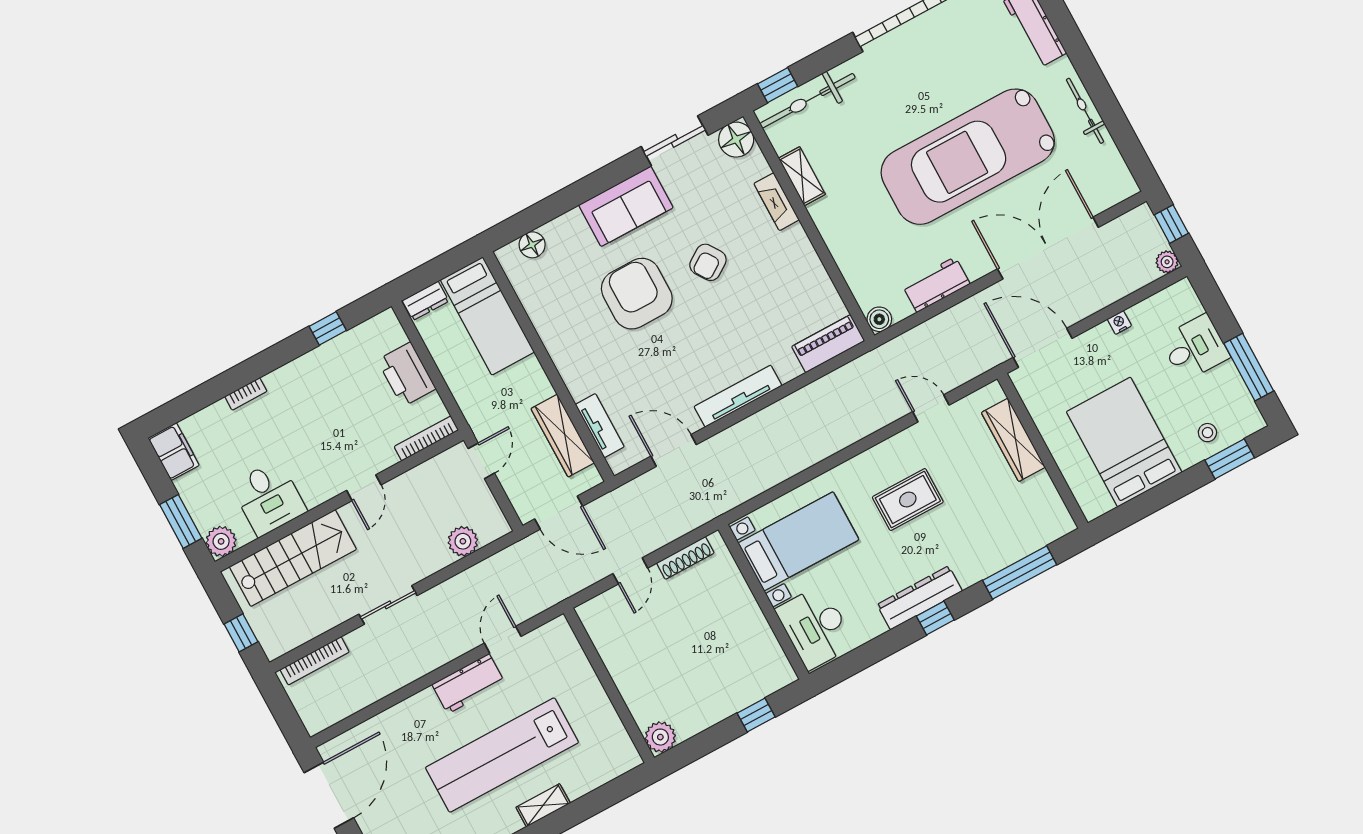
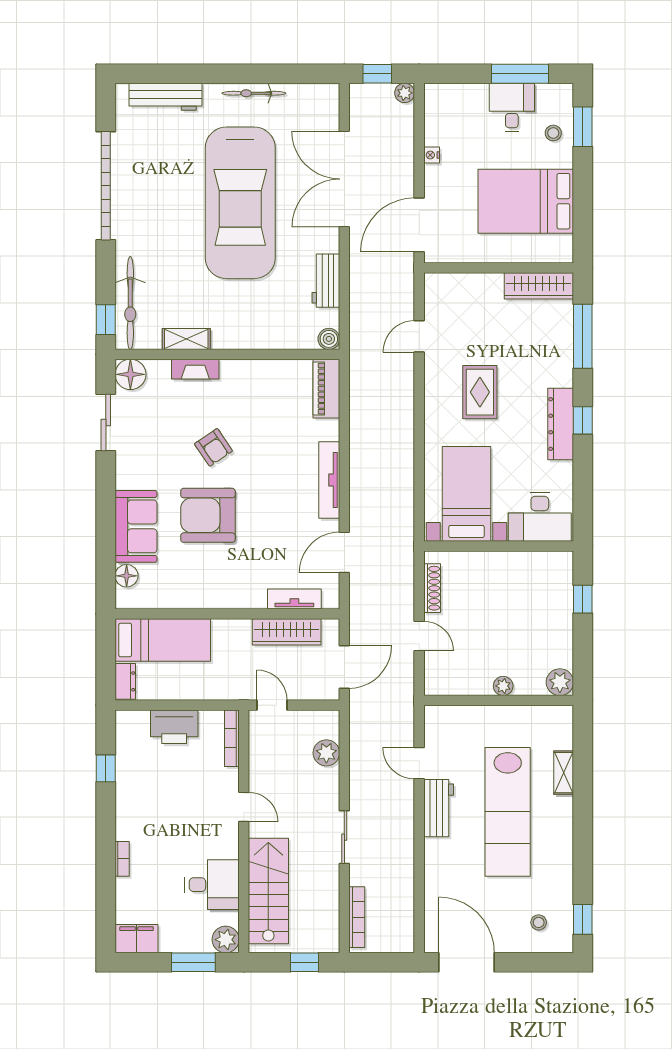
sofa: (626, 206) -> (136, 526), moved
desk: (1195, 348) -> (512, 107), moved
wardrobe: (1013, 440) -> (539, 286), moved
plant: (626, 682) -> (503, 686), added
shelving: (543, 805) -> (564, 773), moved

